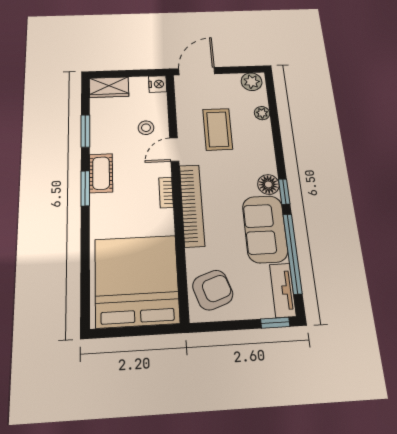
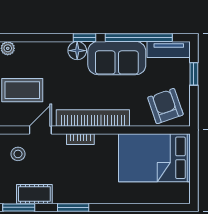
door: (174, 149) -> (40, 130), swing flipped
cot: (101, 173) -> (34, 194), moved
bed: (137, 281) -> (154, 158), width x0.73
window: (275, 323) -> (194, 74), moved

